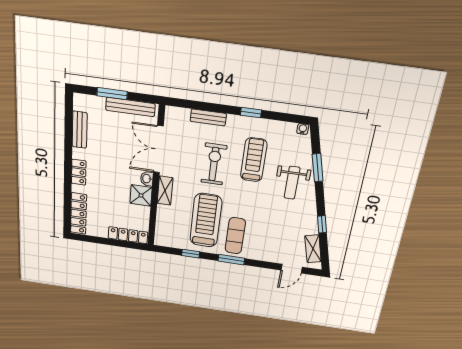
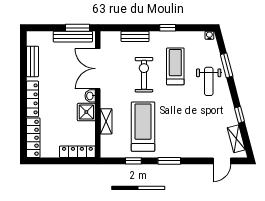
window: (112, 94) -> (78, 28), moved
locker: (79, 172) -> (33, 99), width x1.53
shelving: (165, 191) -> (106, 121), moved
exercise mat: (235, 236) -> (170, 137), removed

